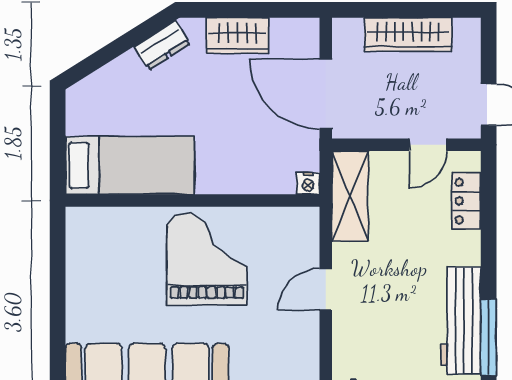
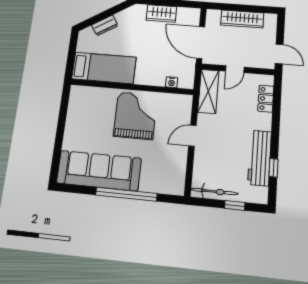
dresser: (162, 45) -> (105, 25), moved
door: (428, 145) -> (235, 69), moved
nightstand: (308, 183) -> (172, 82), moved
window: (489, 337) -> (273, 168), width x0.46

